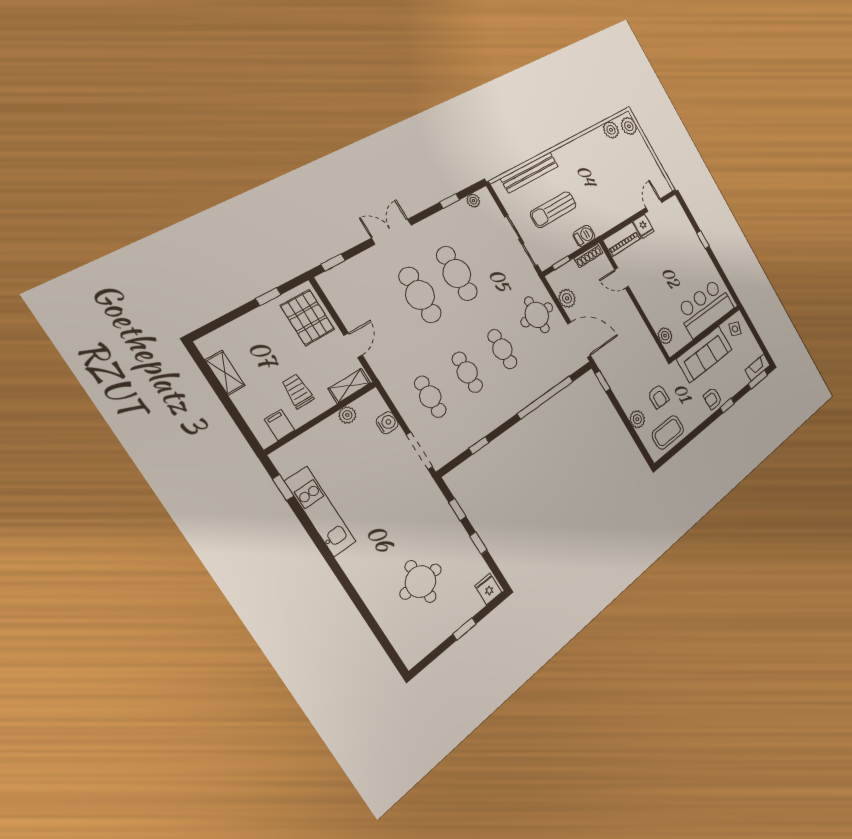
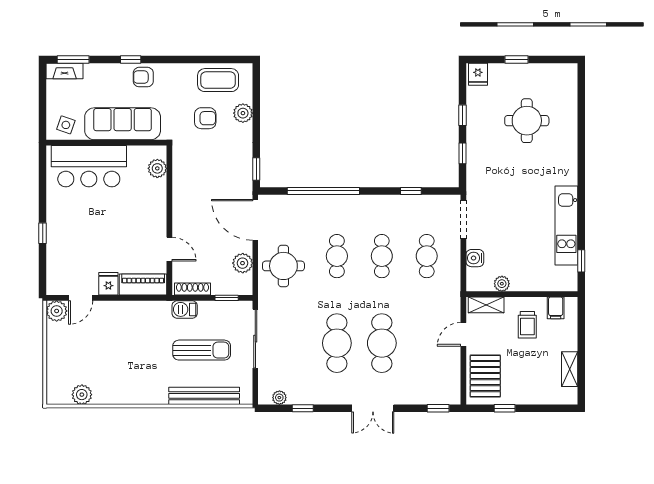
plant: (629, 126) -> (57, 311), moved
armchair: (658, 397) -> (205, 118), turned 90
armchair: (713, 398) -> (143, 77), turned 180

